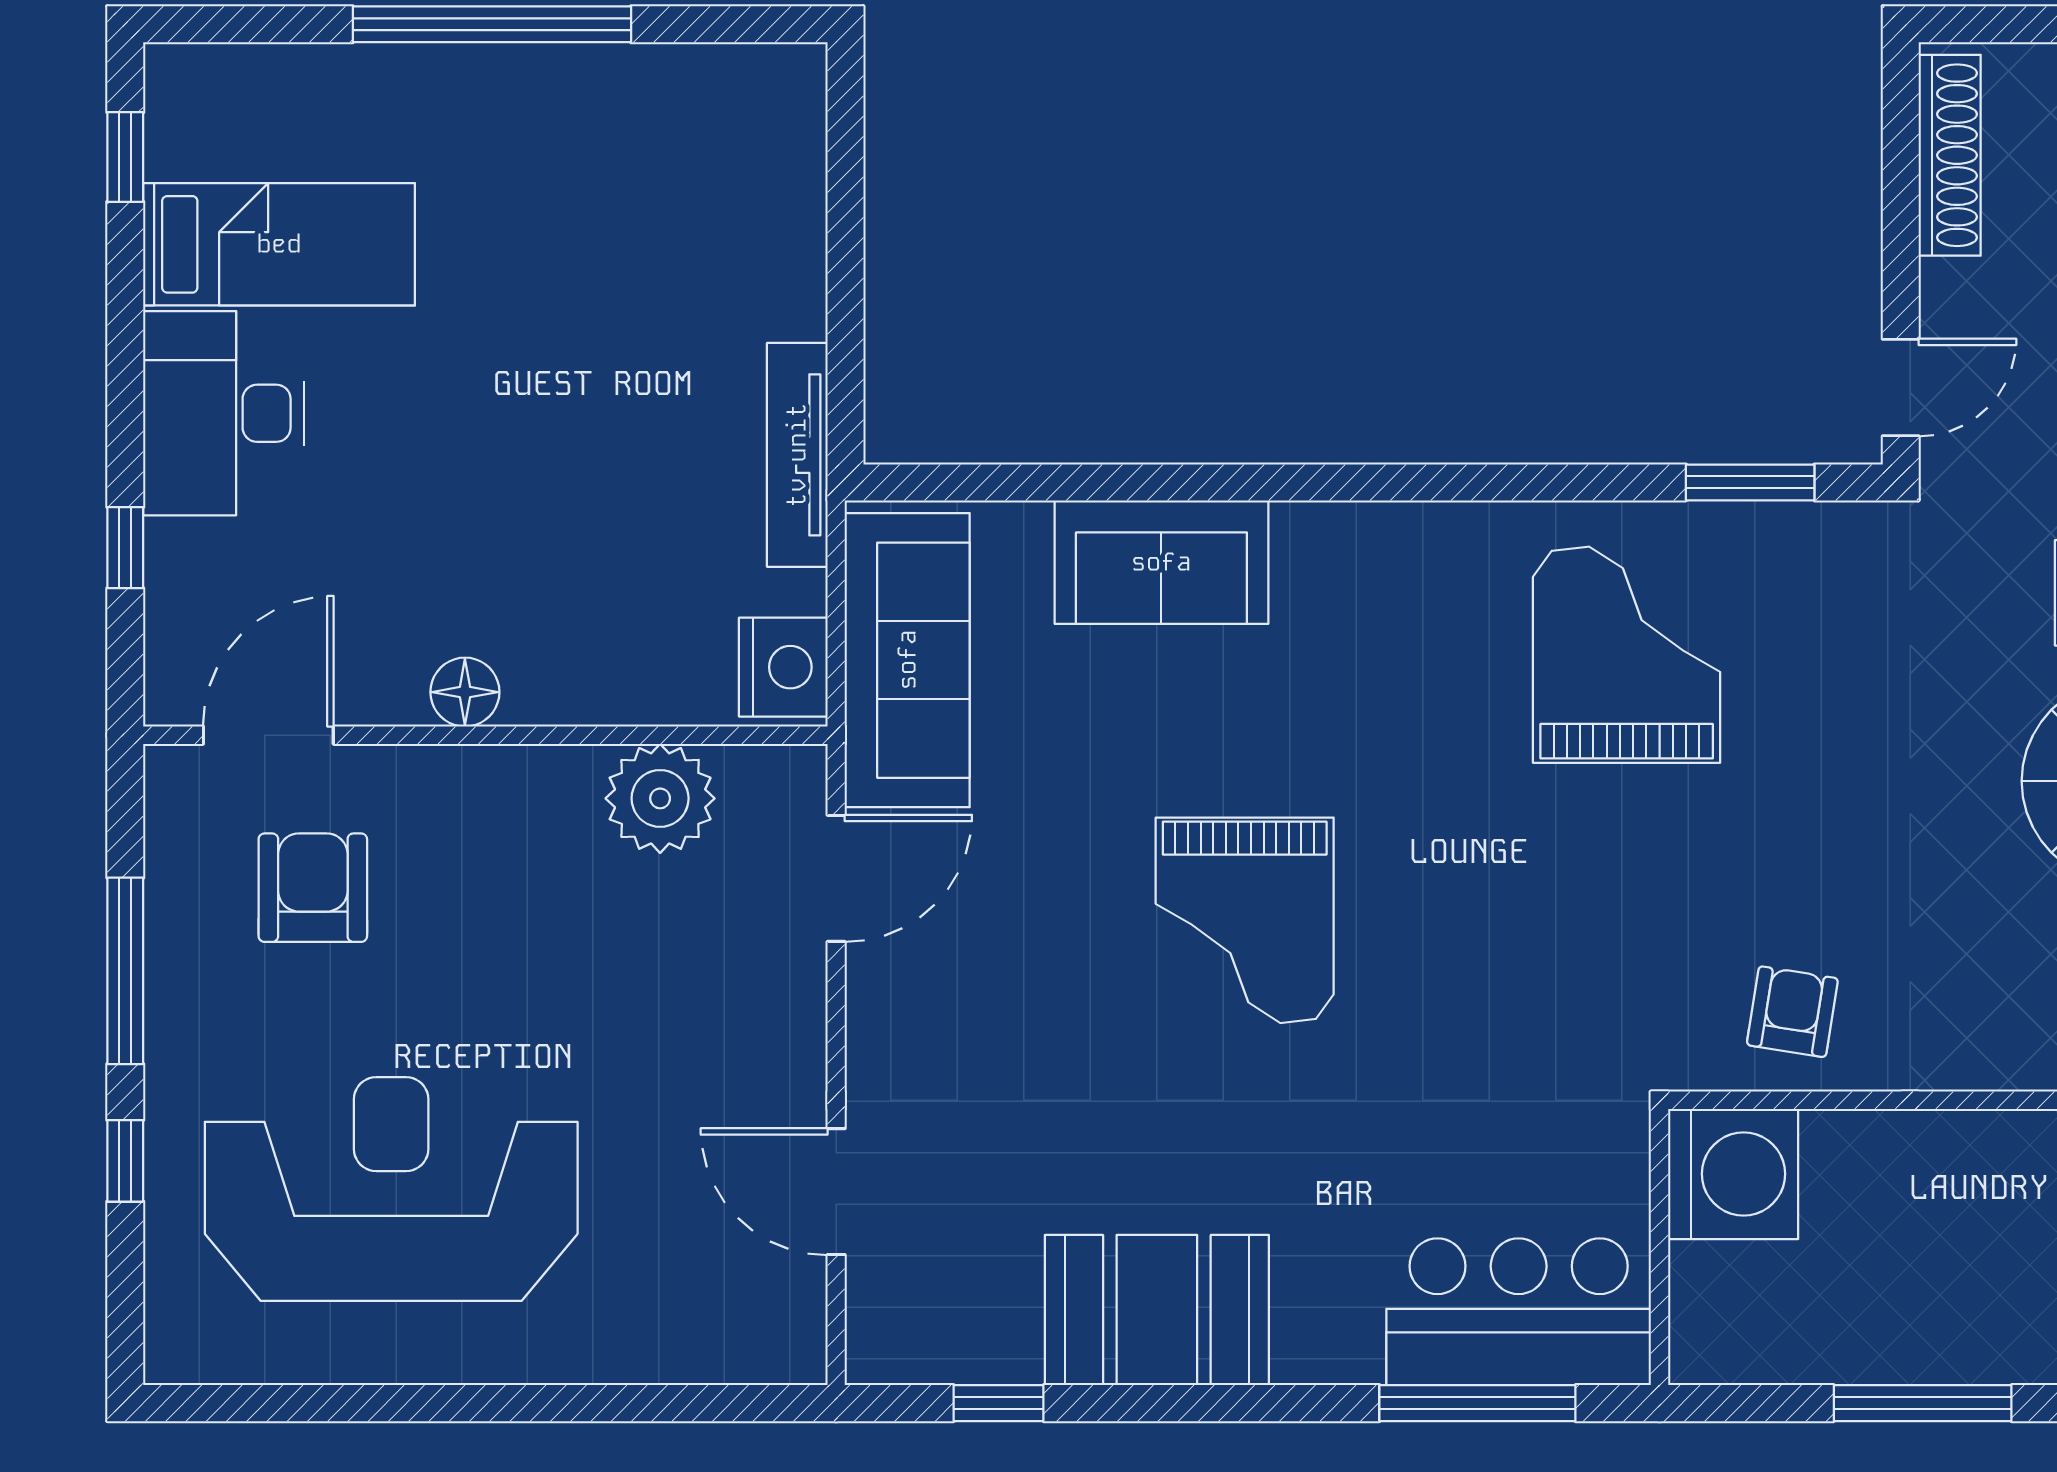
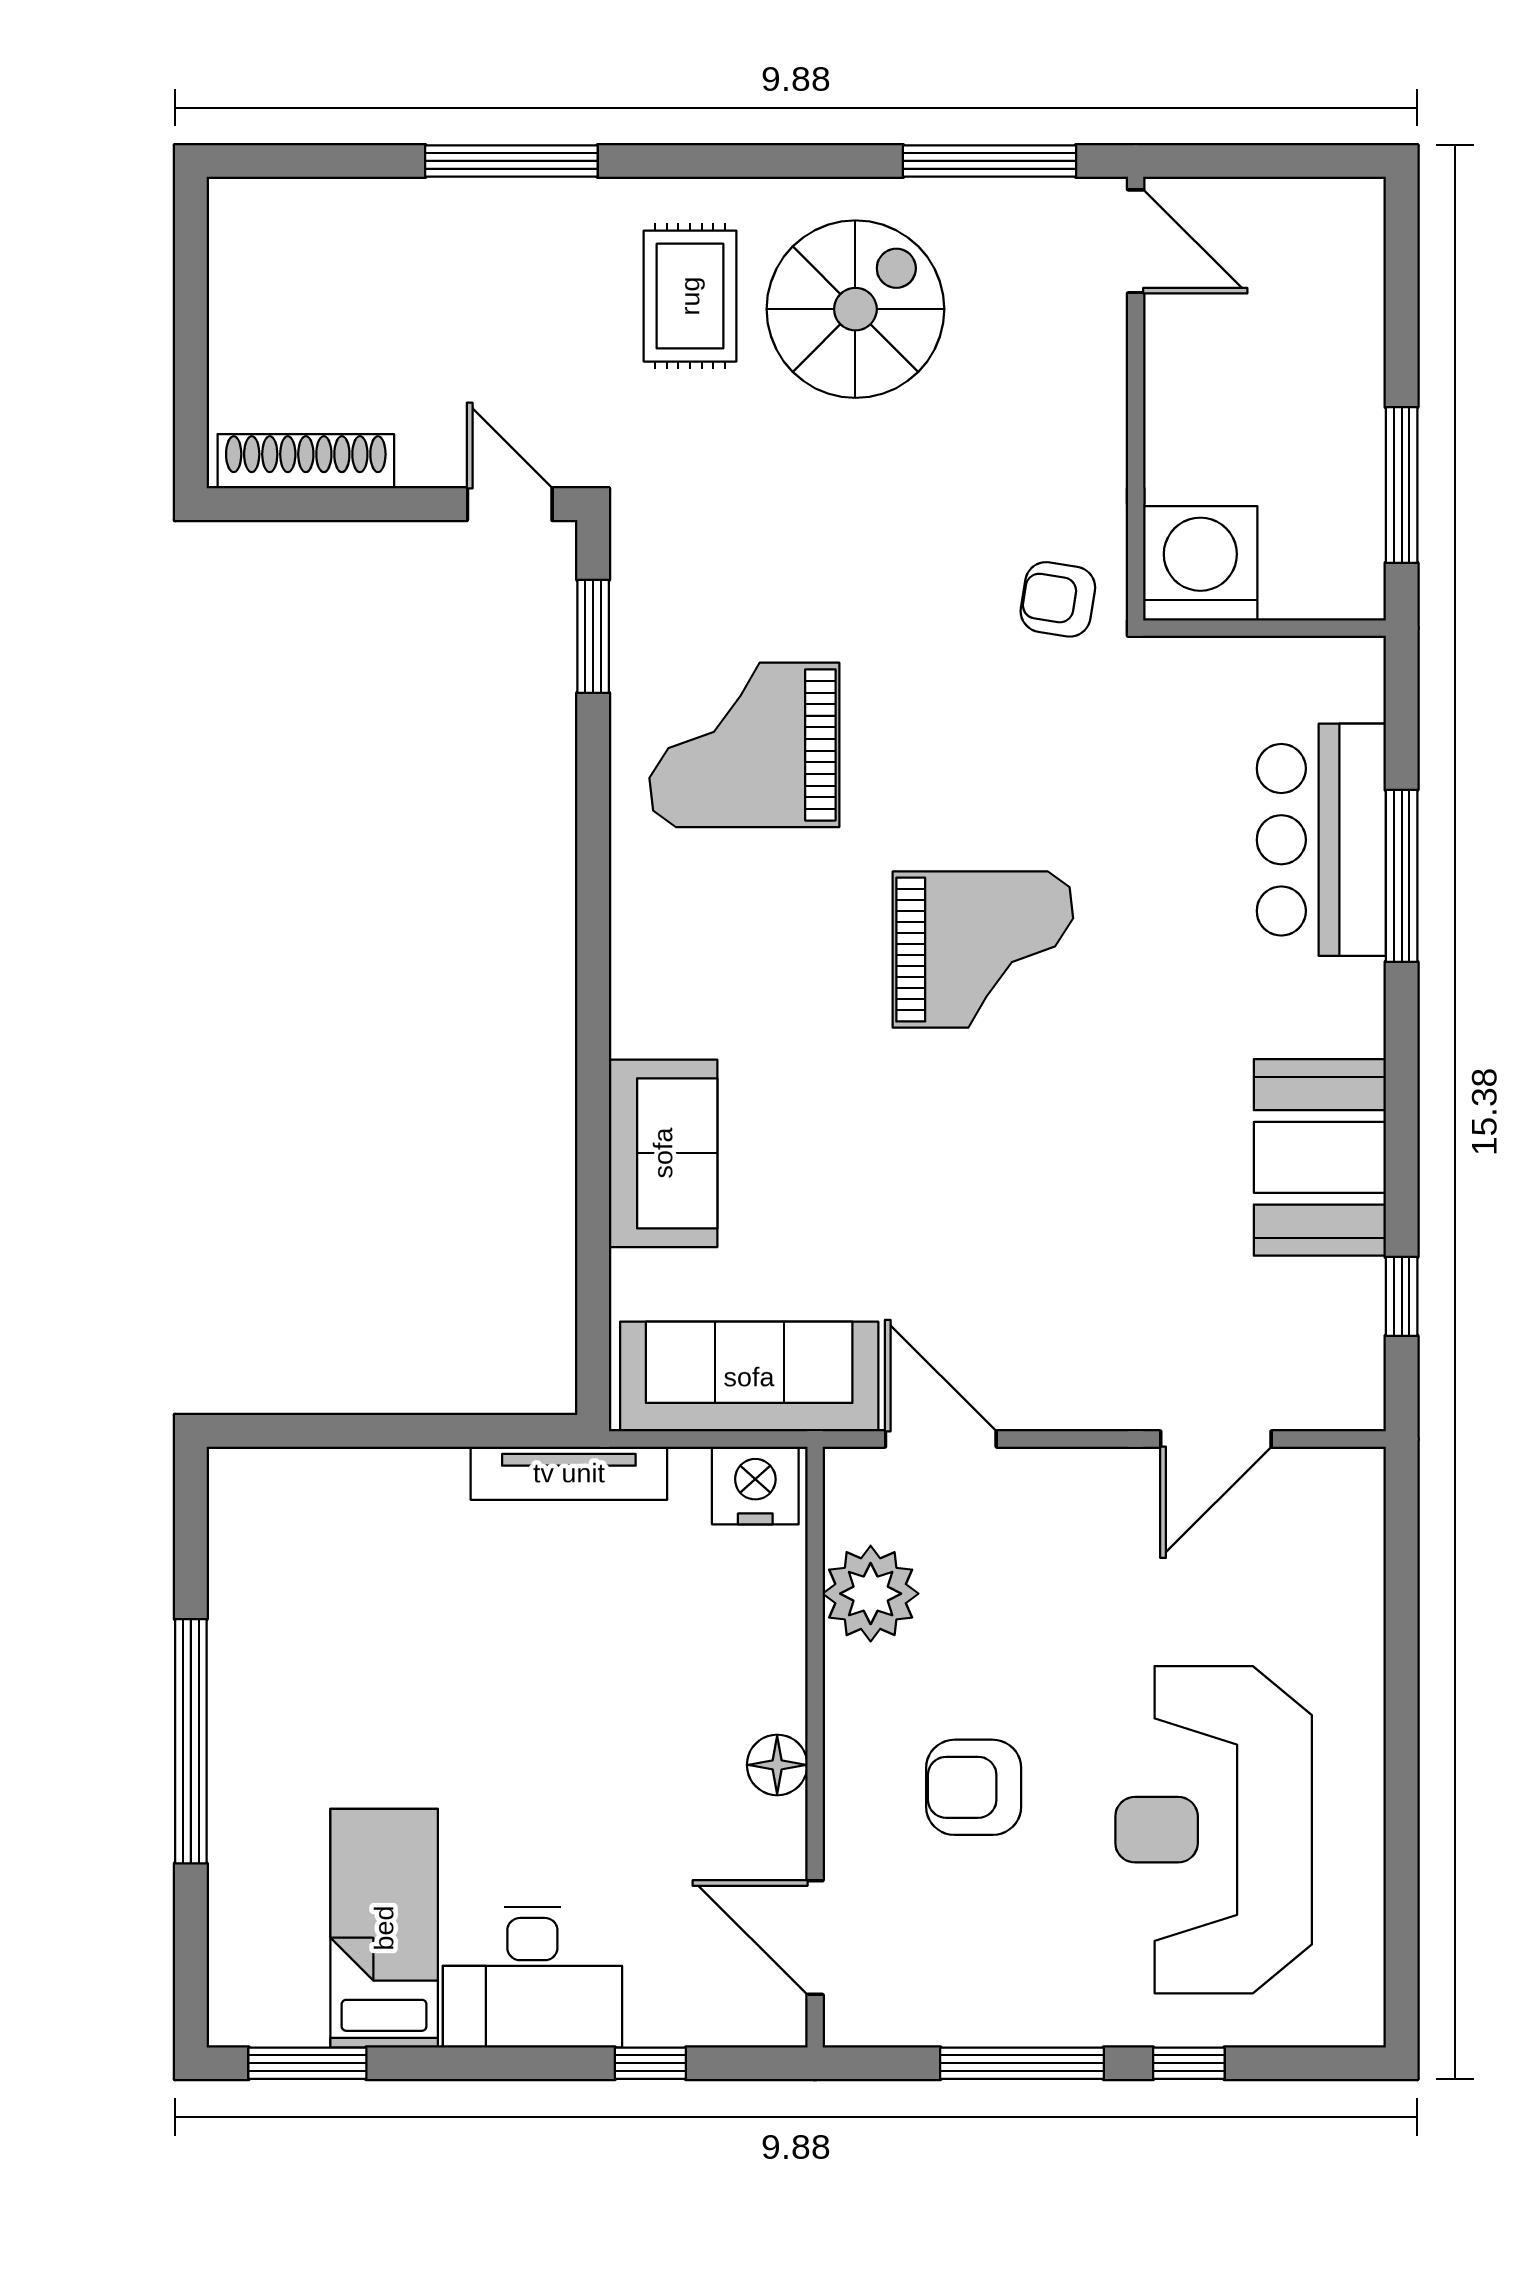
window: (125, 157) -> (307, 2063), width x1.50
armchair: (313, 888) -> (974, 1787), moved
grand piano: (1245, 920) -> (983, 950), moved
washing machine: (1733, 1174) -> (1200, 563), moved
wall: (1659, 1247) -> (1265, 628), moved

